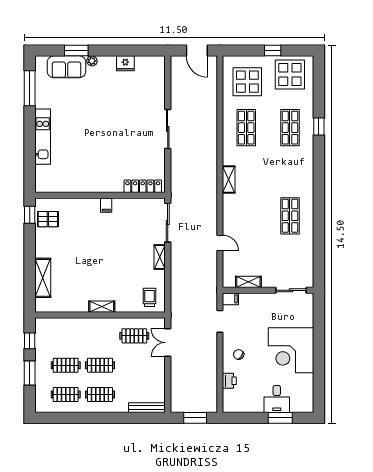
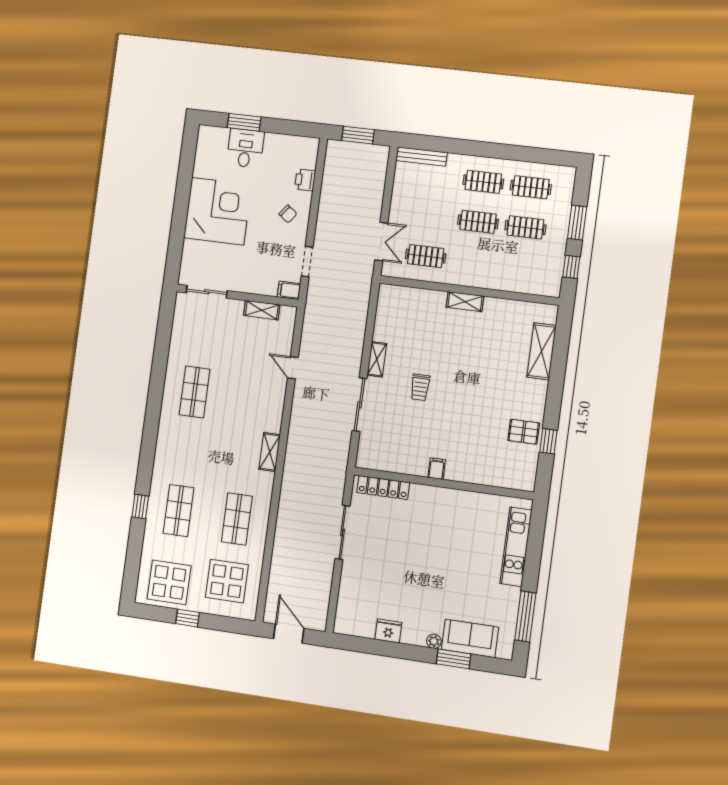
locker: (143, 186) -> (383, 488), moved
wall: (100, 195) -> (443, 483), moved
filing cabinet: (106, 205) -> (437, 469), moved
trolley: (150, 297) -> (420, 387), moved

